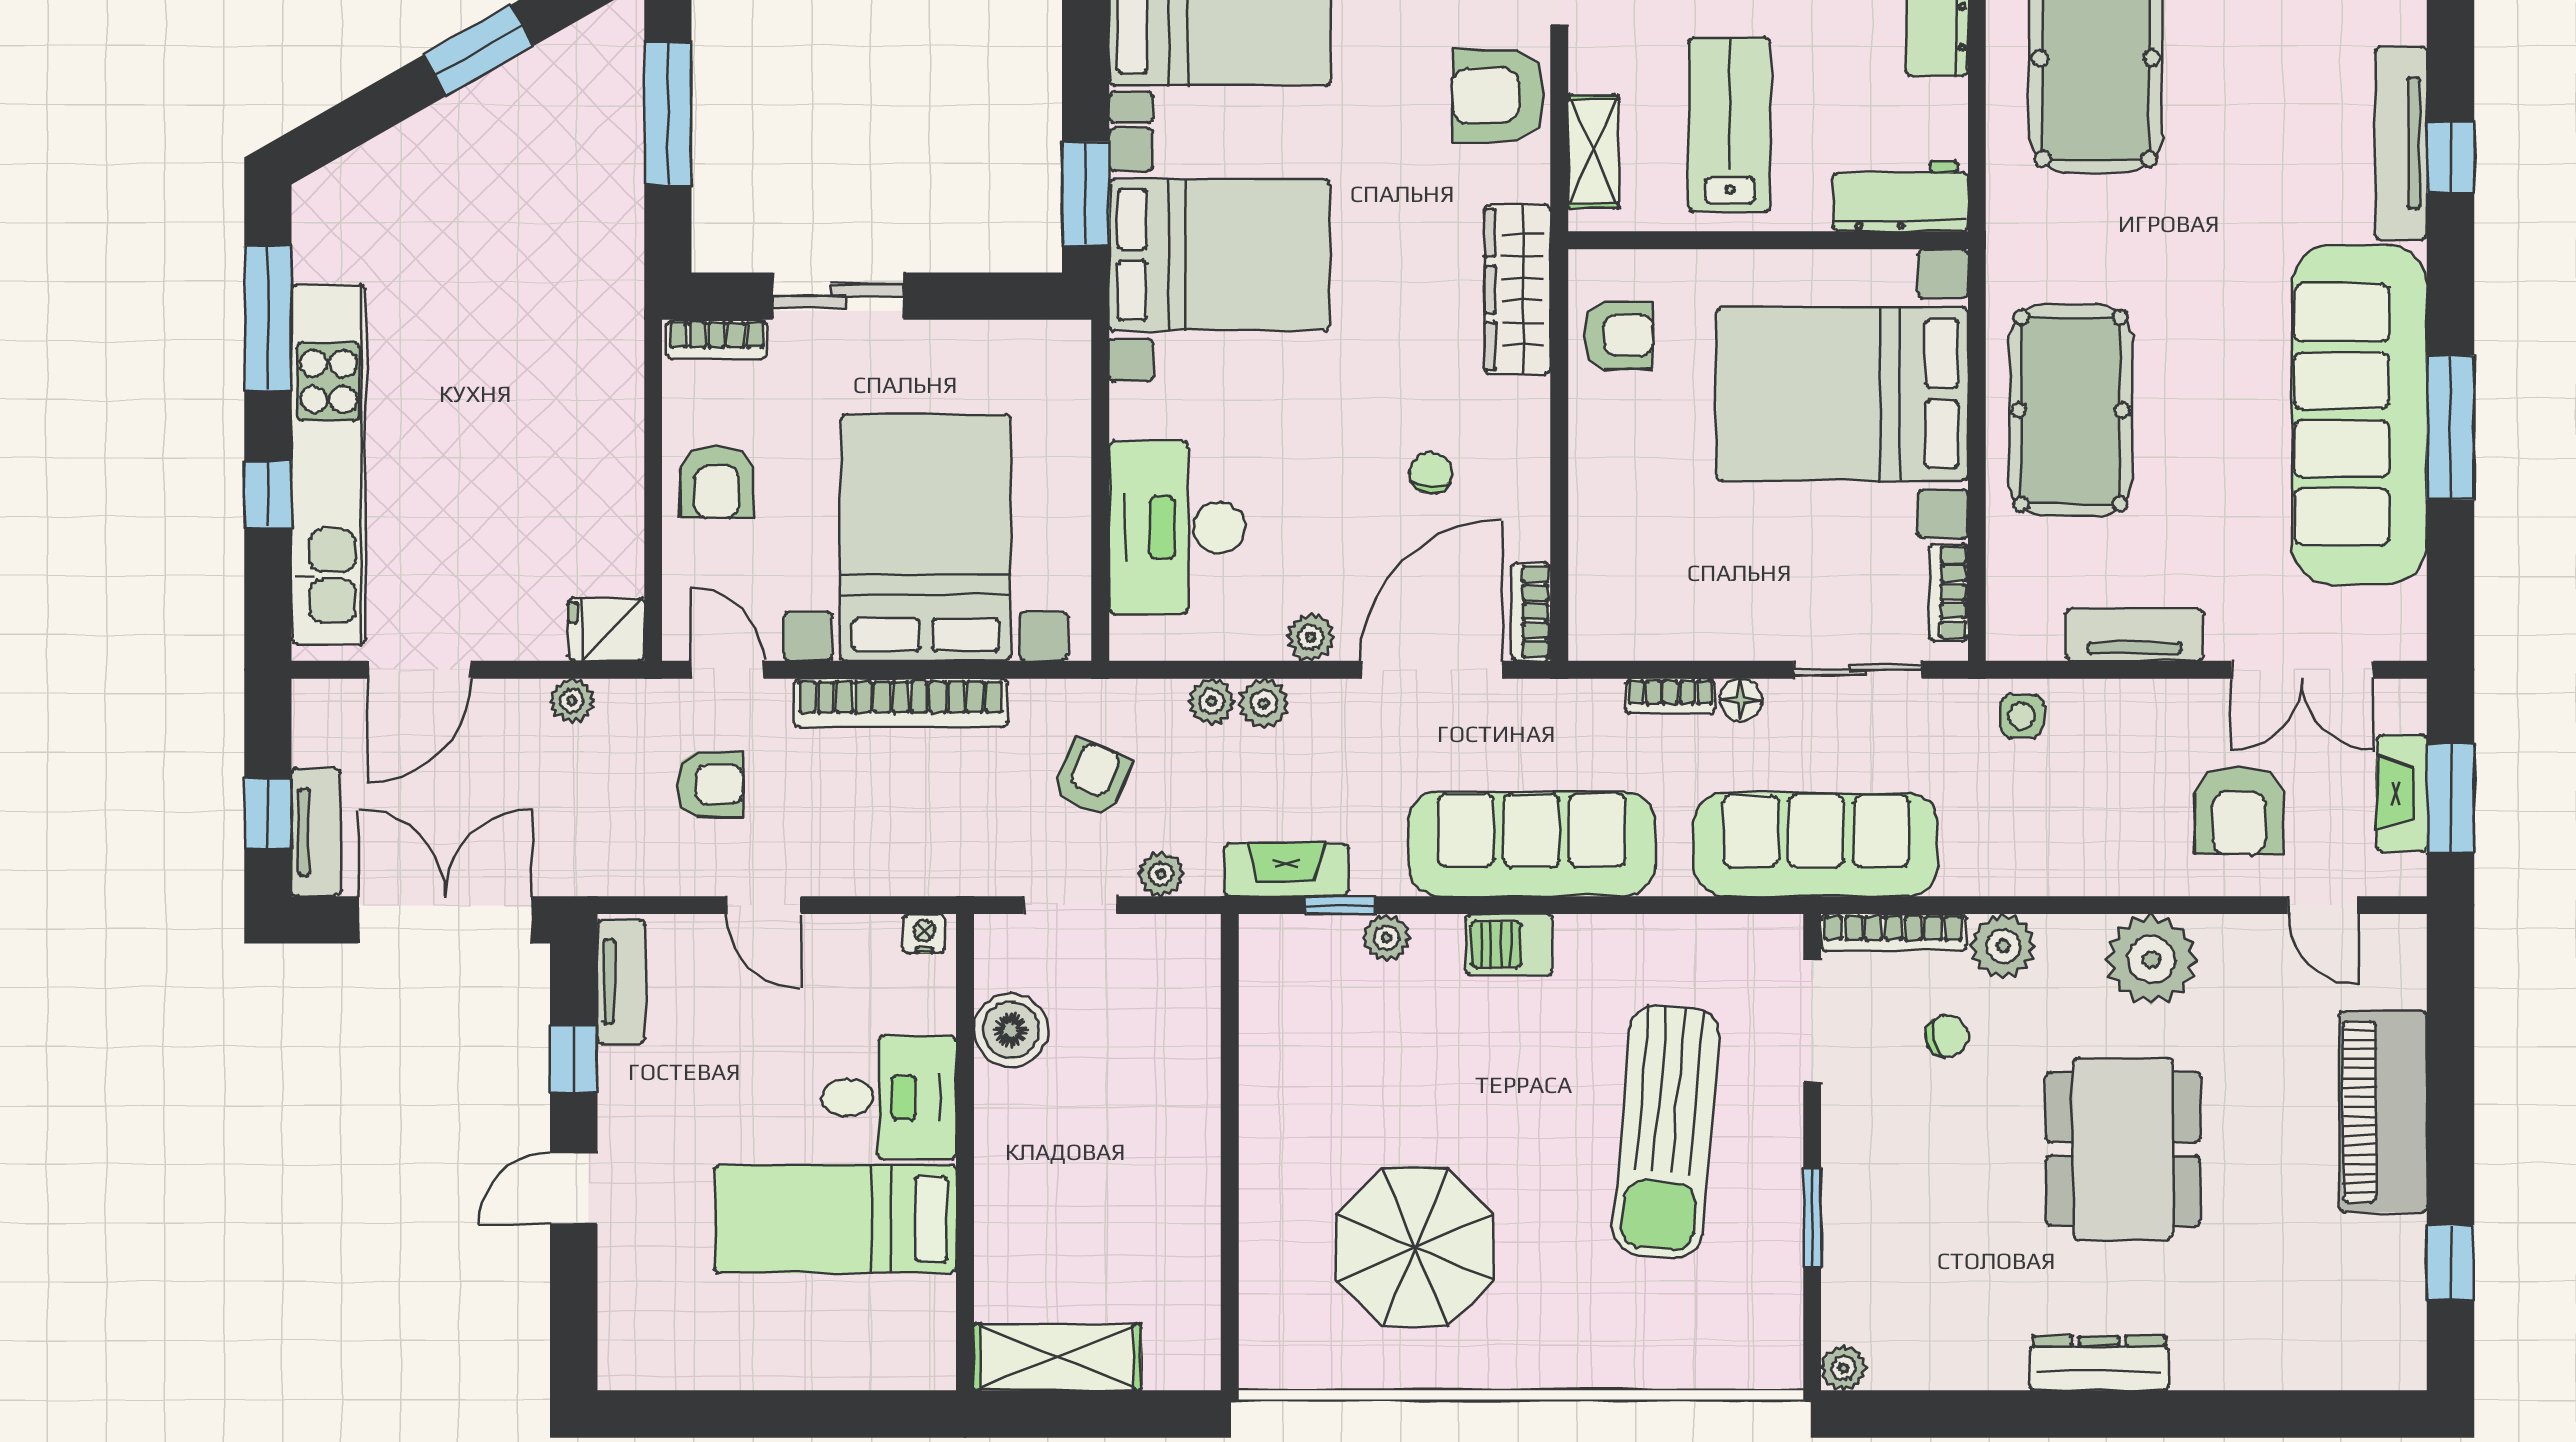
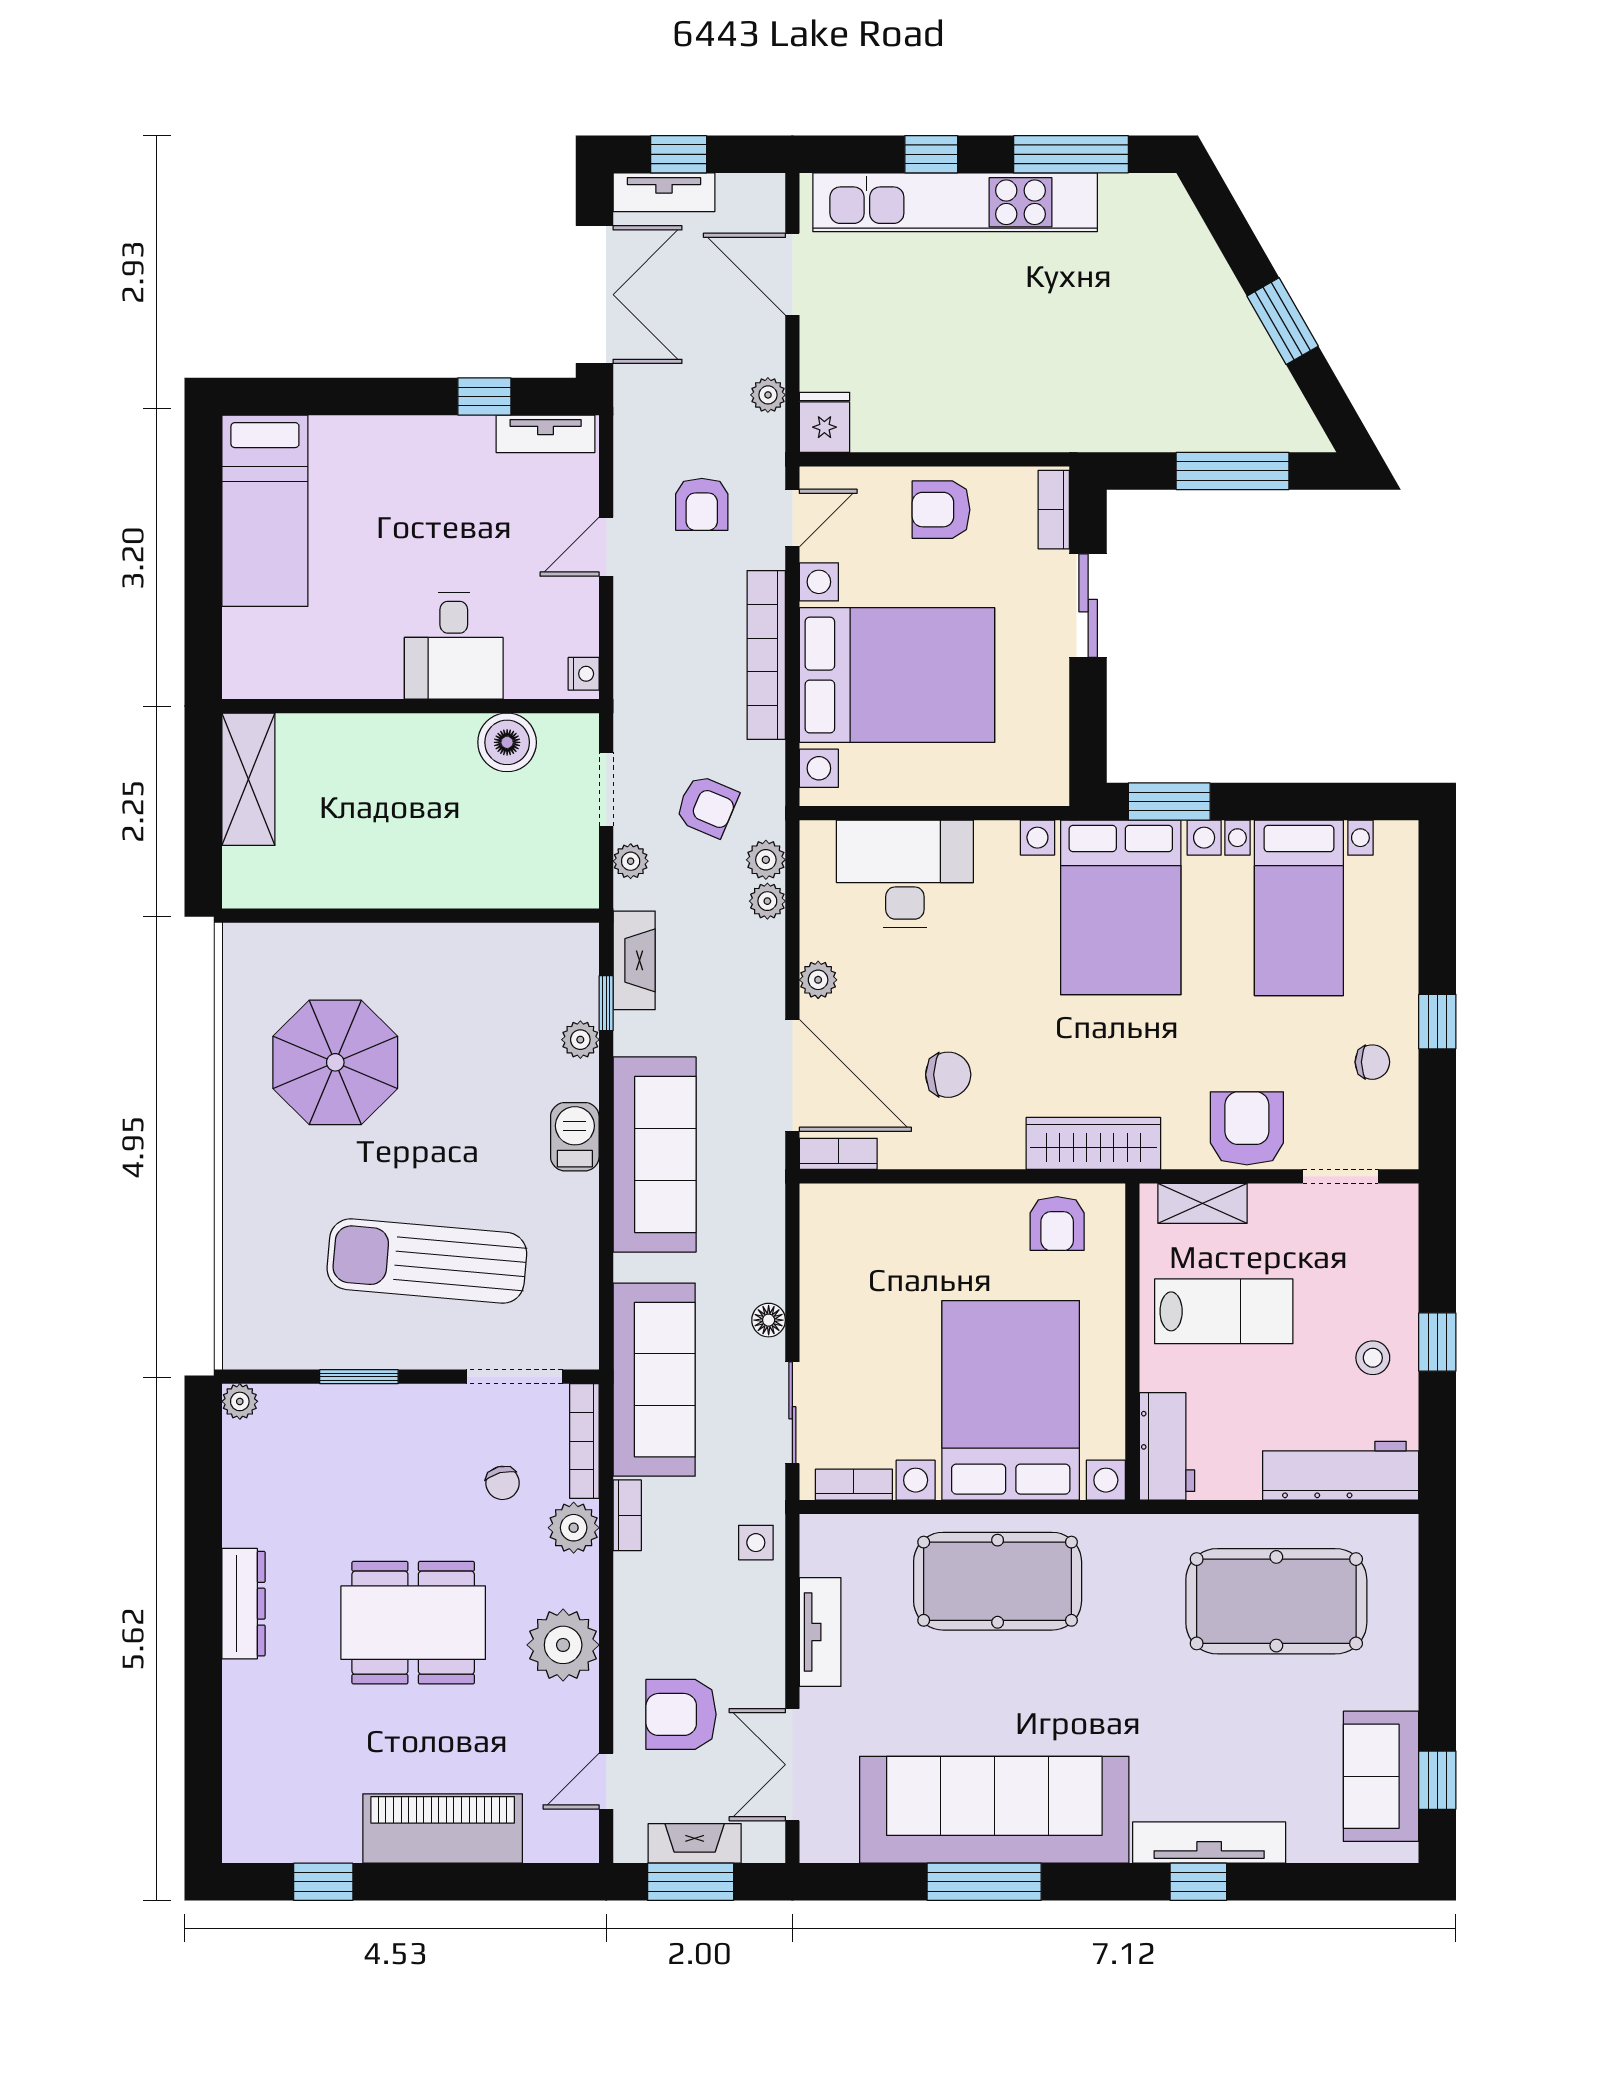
chair: (1431, 473) -> (948, 1075), width x1.37, depth x1.37
bookcase: (1670, 696) -> (627, 1515), moved, turned 180
plant: (1264, 703) -> (766, 860), moved
door: (574, 1188) -> (382, 396), removed
bed: (835, 1219) -> (265, 511), moved, turned 180

